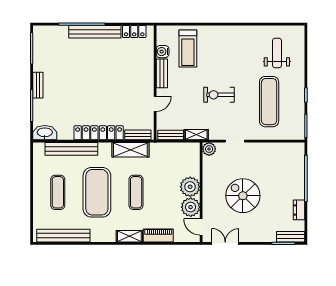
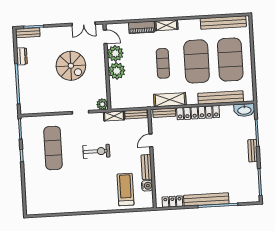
weight bench: (277, 53) -> (49, 190), removed
exercise mat: (58, 192) -> (230, 60), width x2.00, depth x1.45

